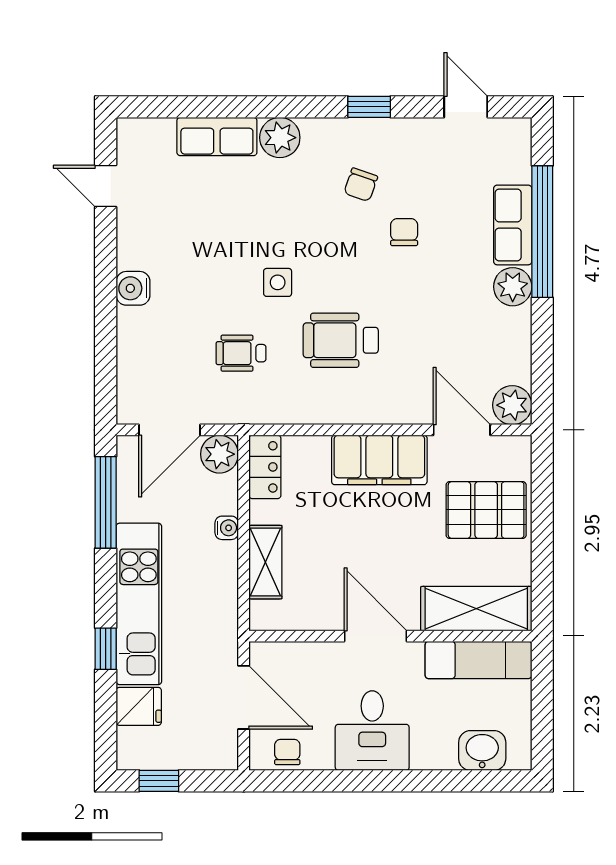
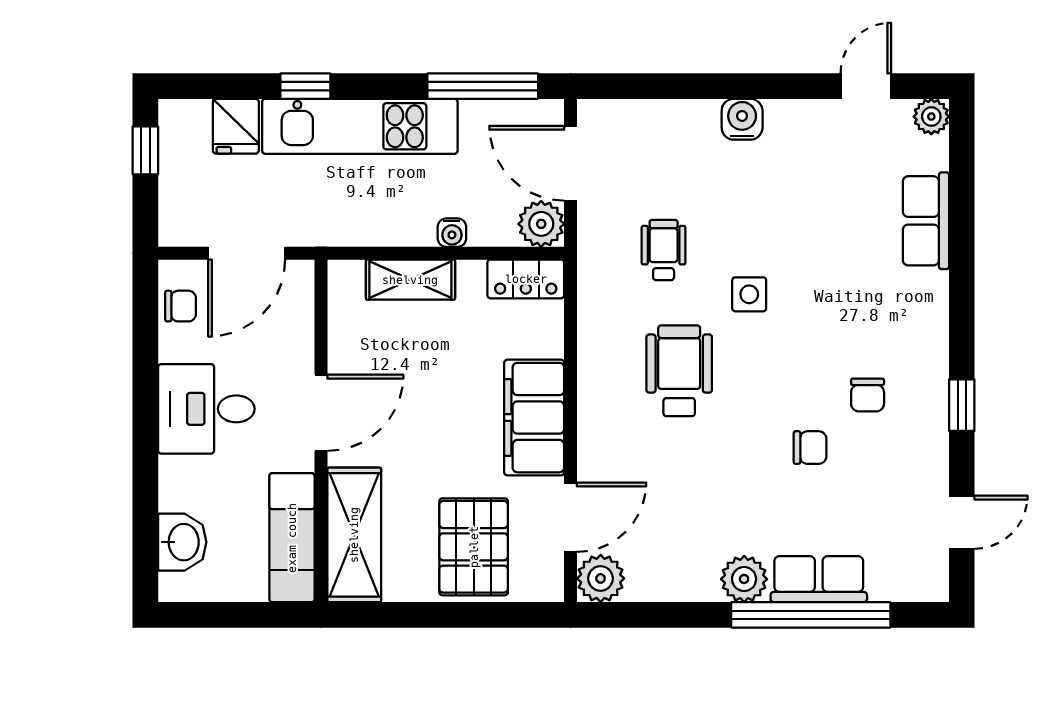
plant: (280, 138) -> (931, 117), moved, width x0.73, depth x0.73
chair: (361, 185) -> (868, 395), turned -109

